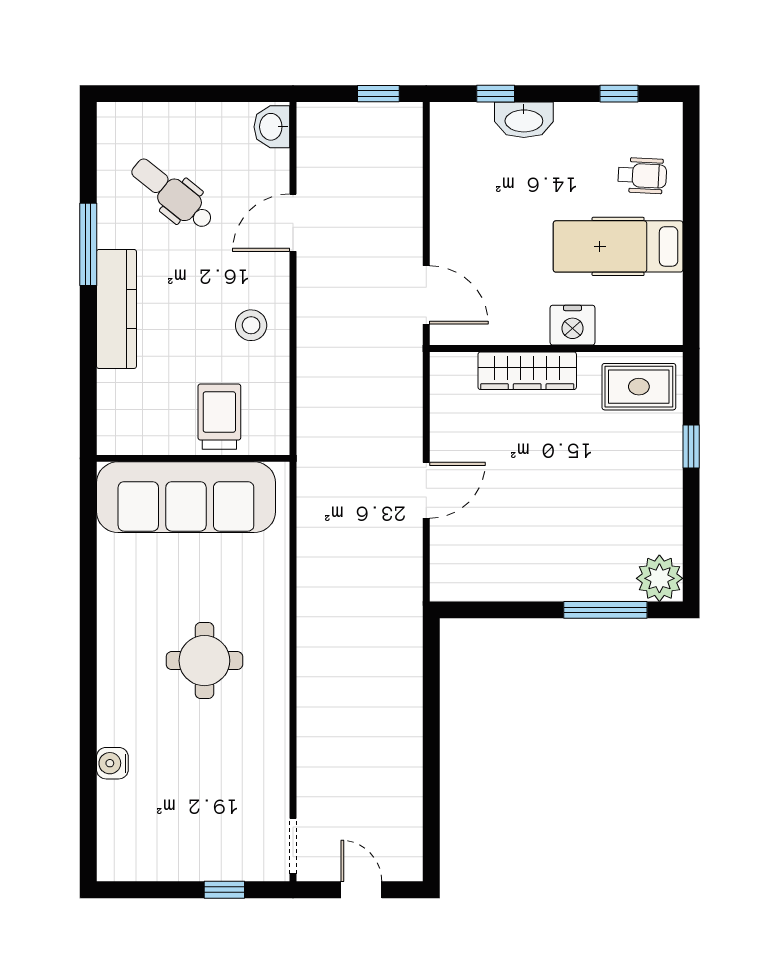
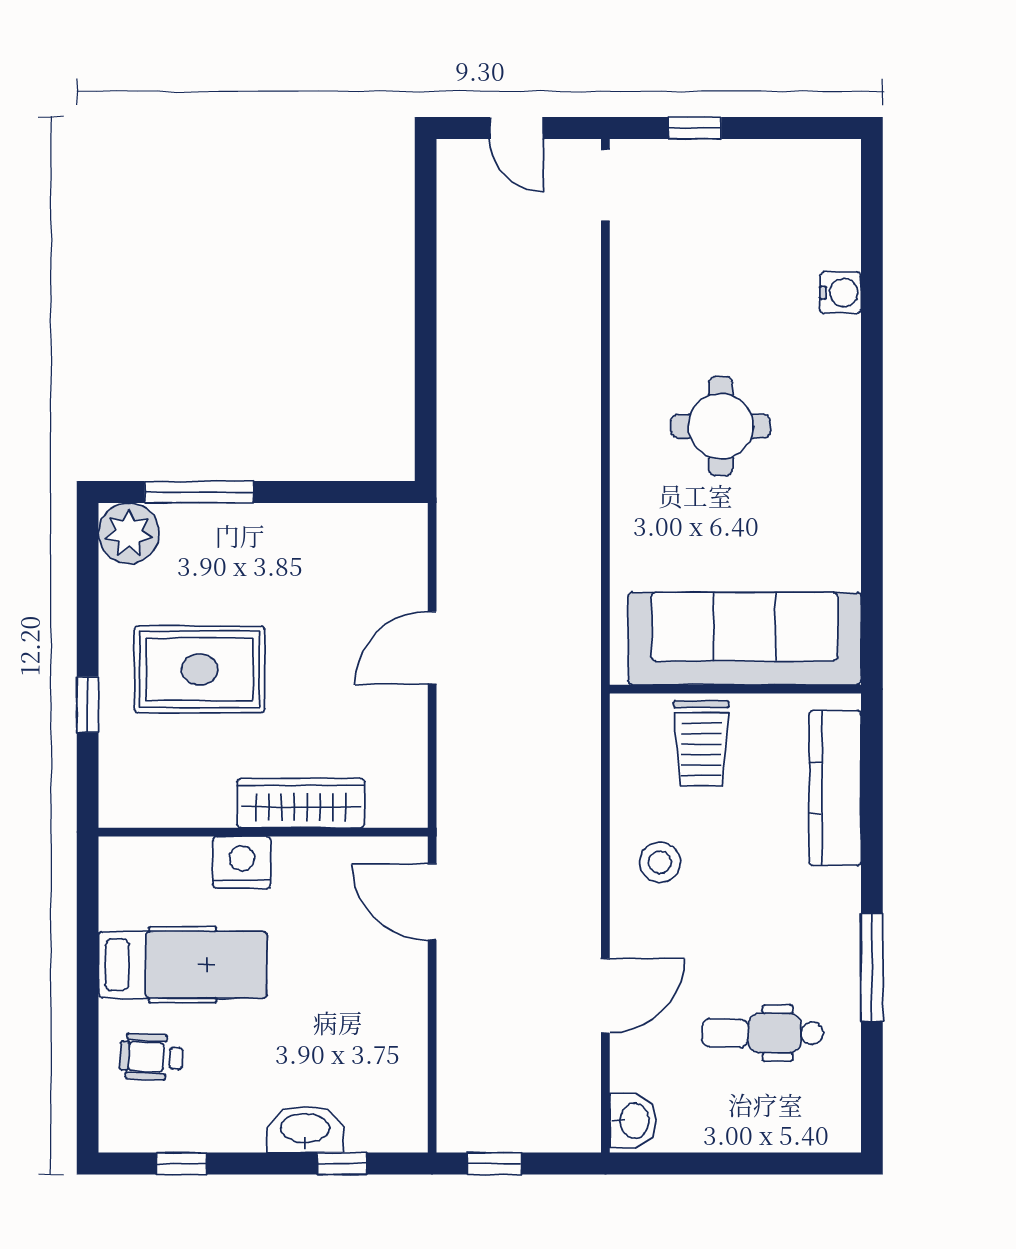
dental chair: (172, 194) -> (762, 1033), turned 141
kitchen counter: (116, 309) -> (835, 788), moved
rug: (639, 387) -> (200, 669), moved, width x1.36, depth x1.43

